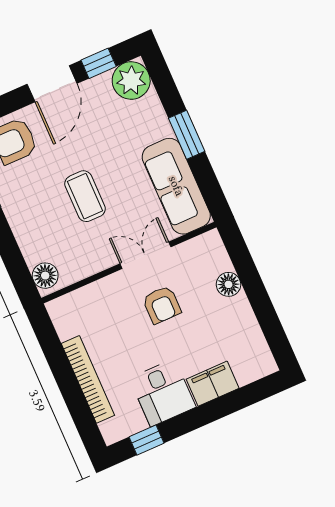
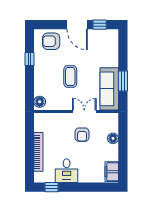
plant: (131, 81) -> (110, 38), removed
door: (52, 84) -> (77, 25), hinge flipped
window: (187, 135) -> (123, 81), moved
filing cabinet: (213, 384) -> (112, 172), moved, turned -90

